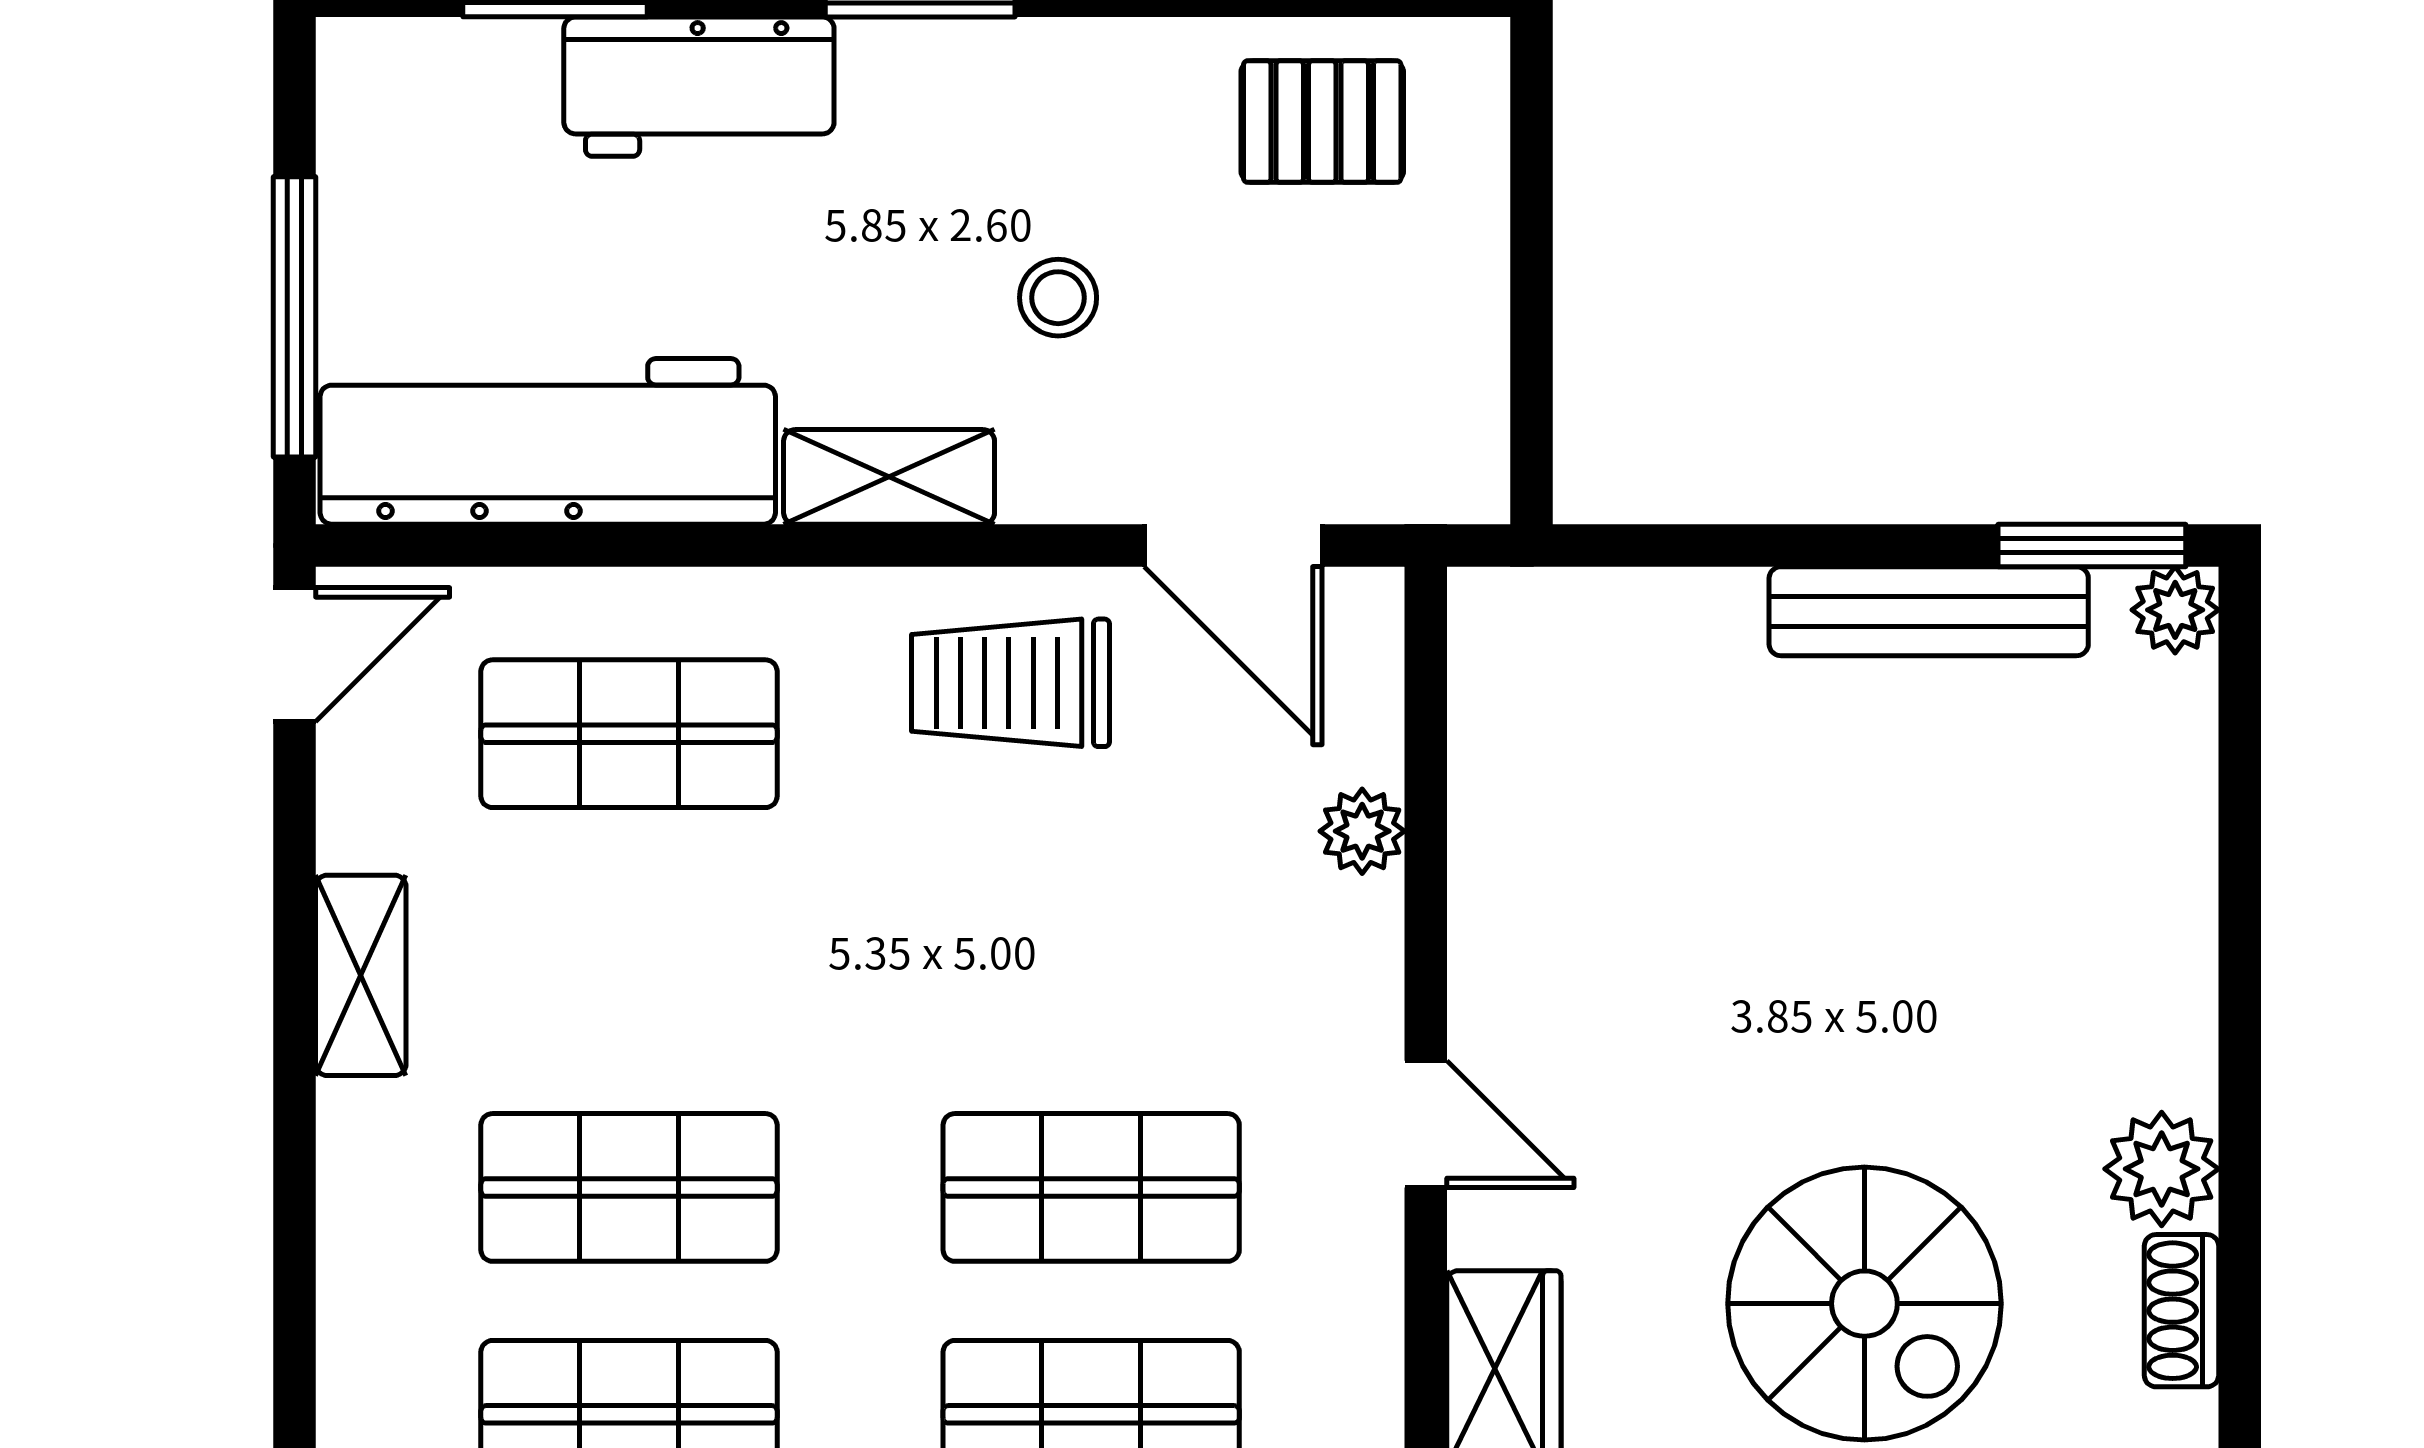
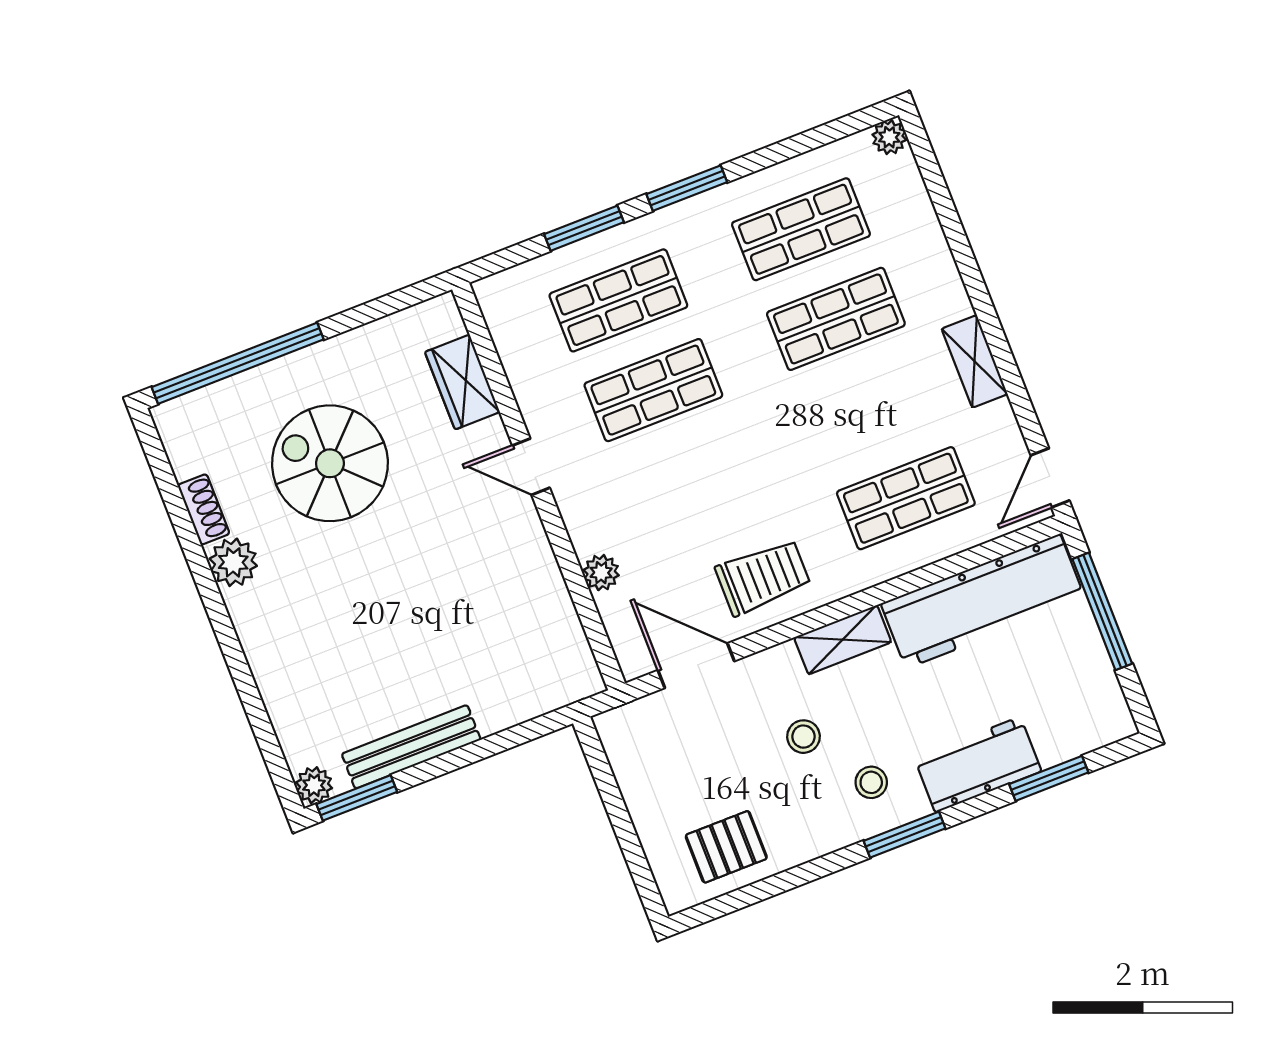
stool: (949, 139) -> (871, 782), added

